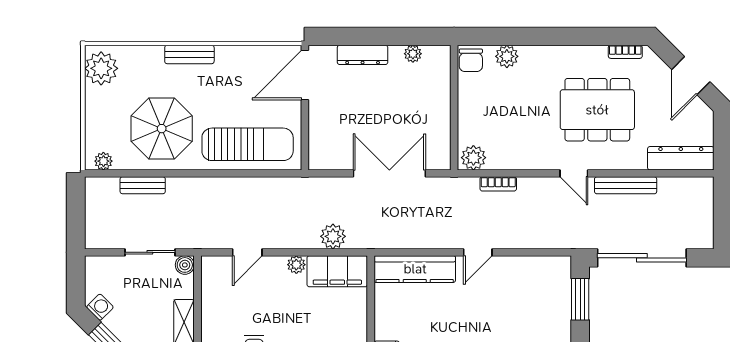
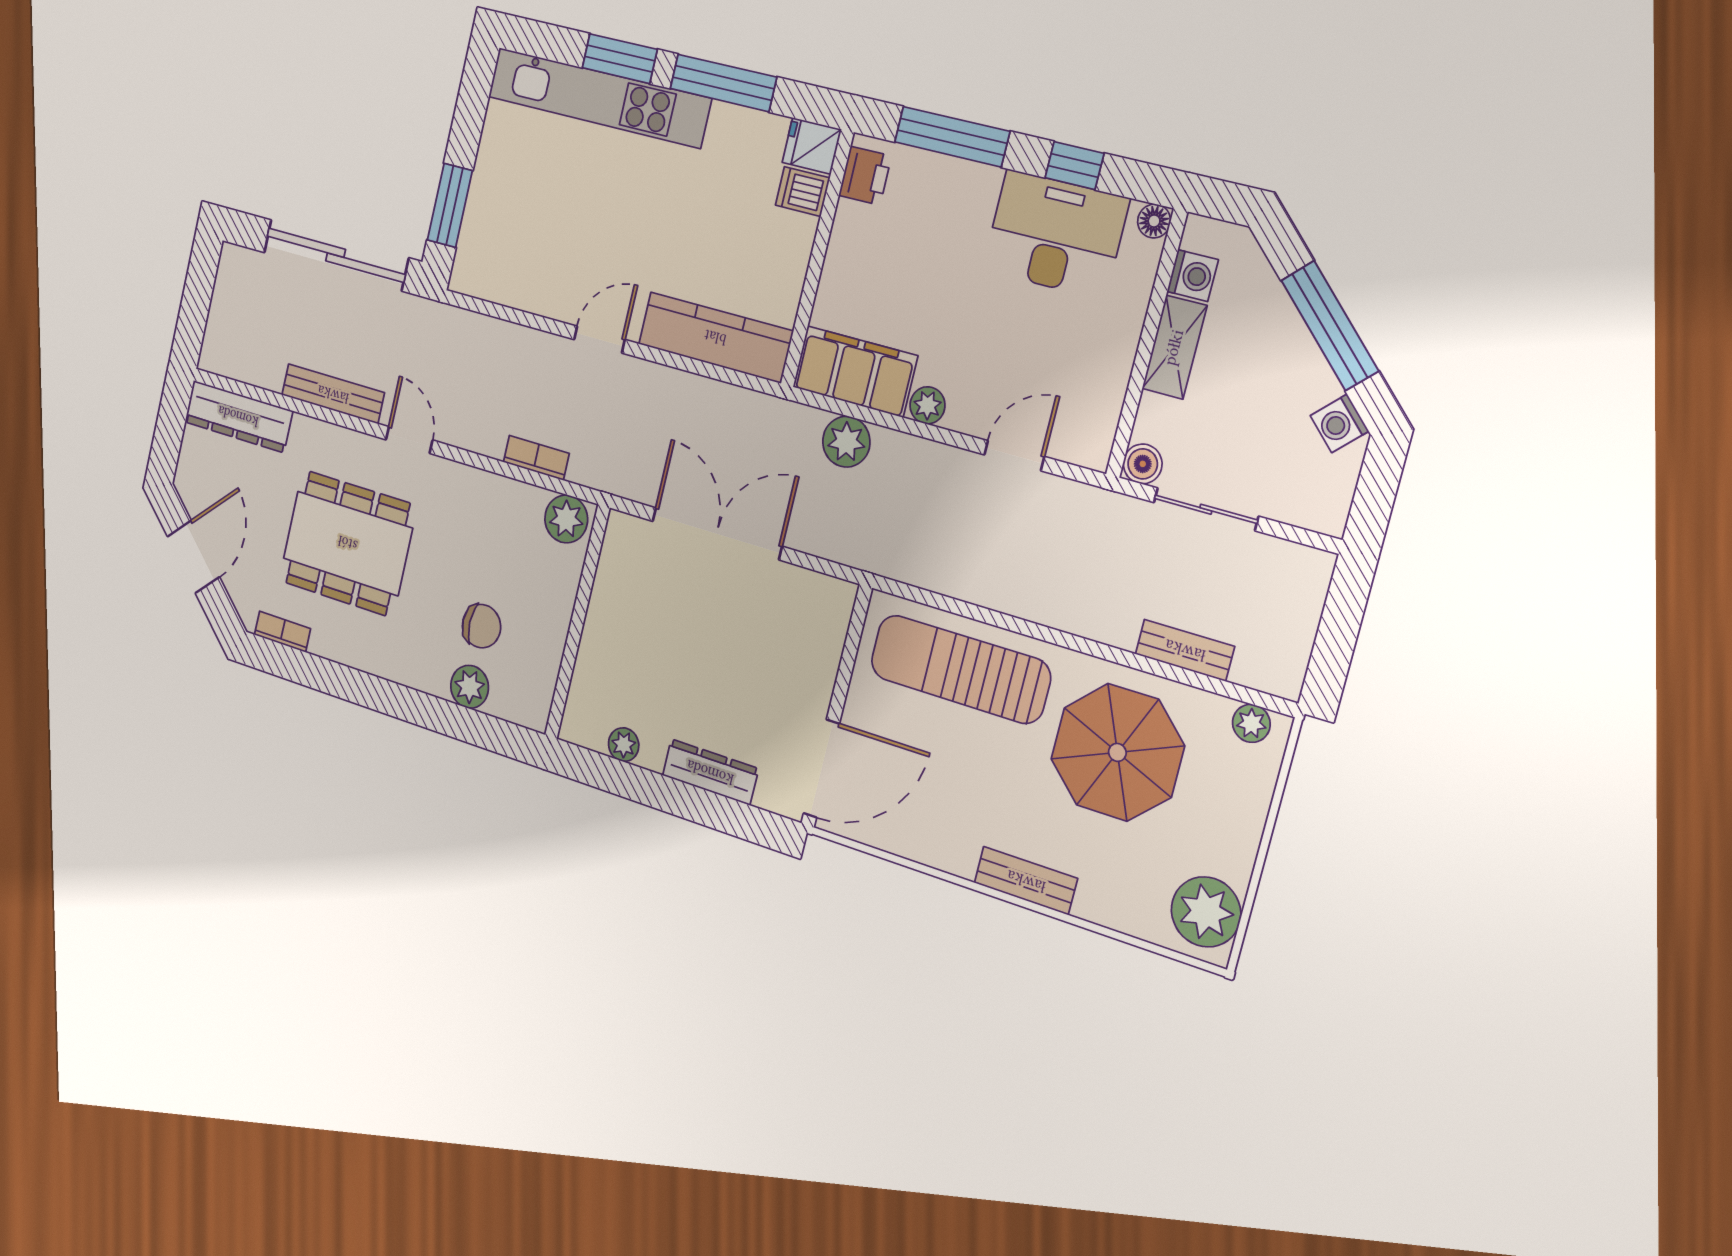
chair: (471, 60) -> (481, 626), moved, turned 90
double door: (389, 173) -> (717, 534), swing flipped

